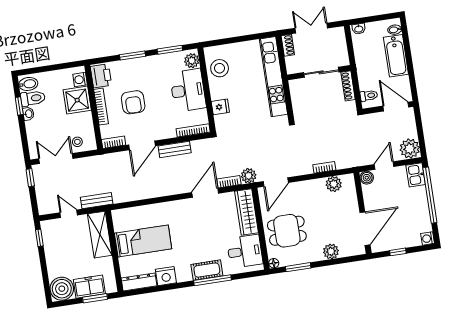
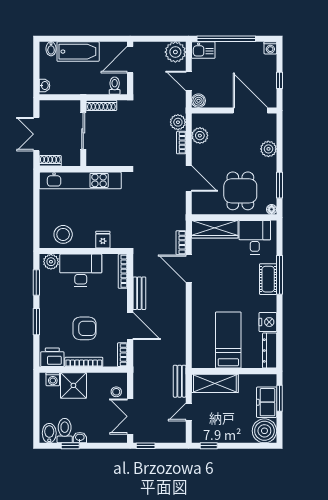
plant: (249, 176) -> (178, 122), moved
door: (276, 182) -> (189, 179), moved

